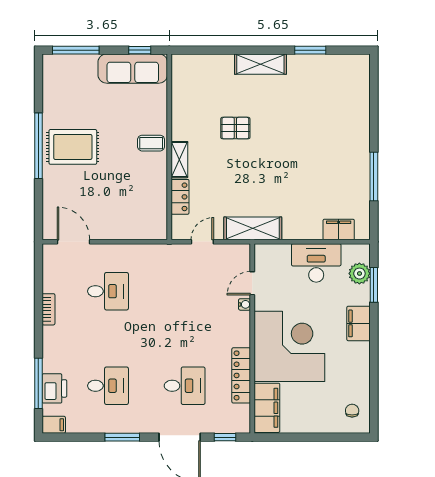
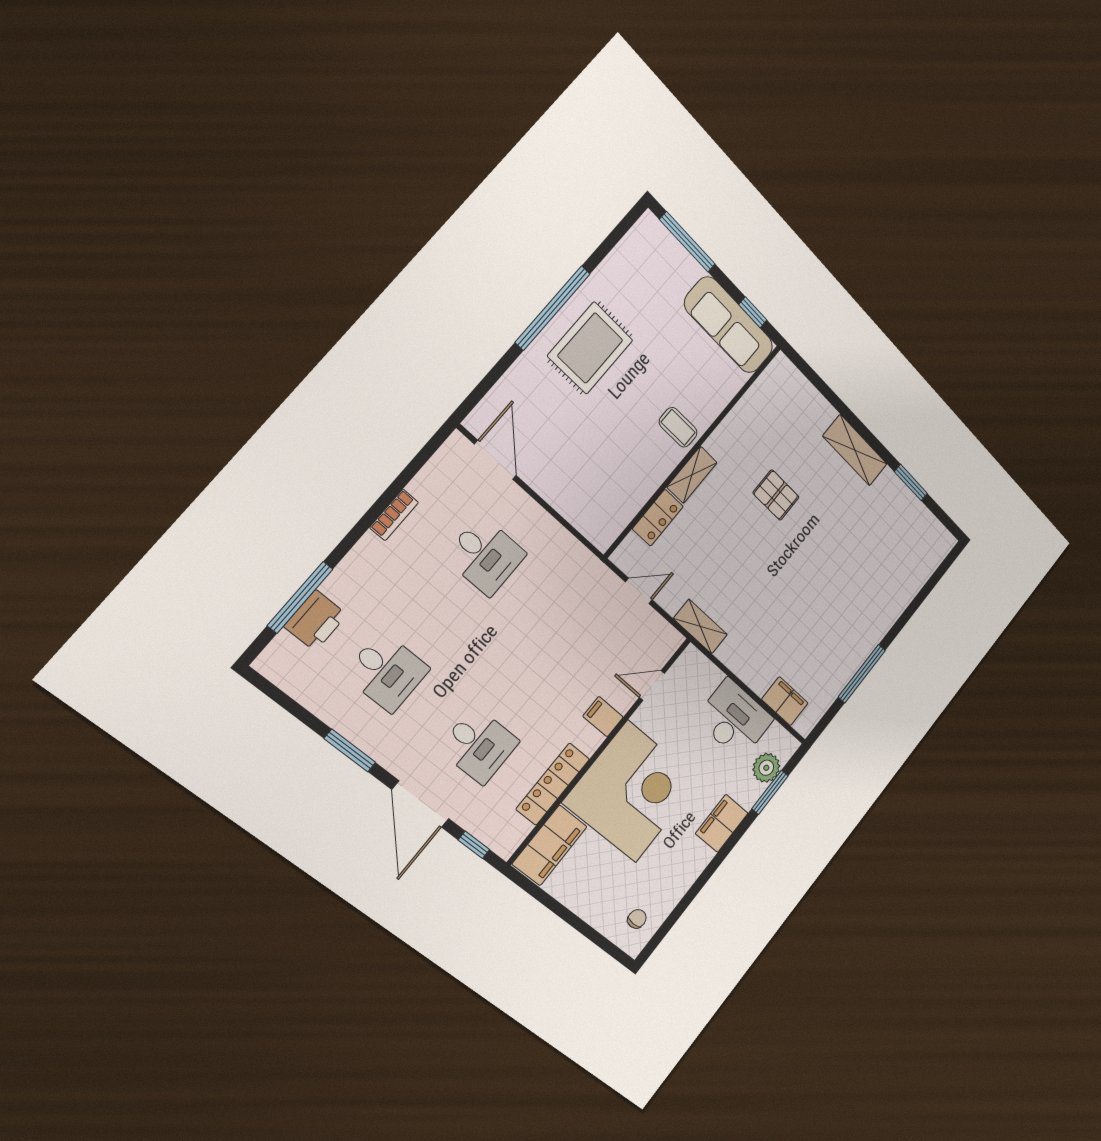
rug: (73, 147) -> (590, 348), turned 90
shelving: (253, 228) -> (700, 627), width x0.67, depth x0.75
water cooler: (245, 304) -> (624, 703), removed
filing cabinet: (54, 425) -> (603, 717), moved, turned 180

